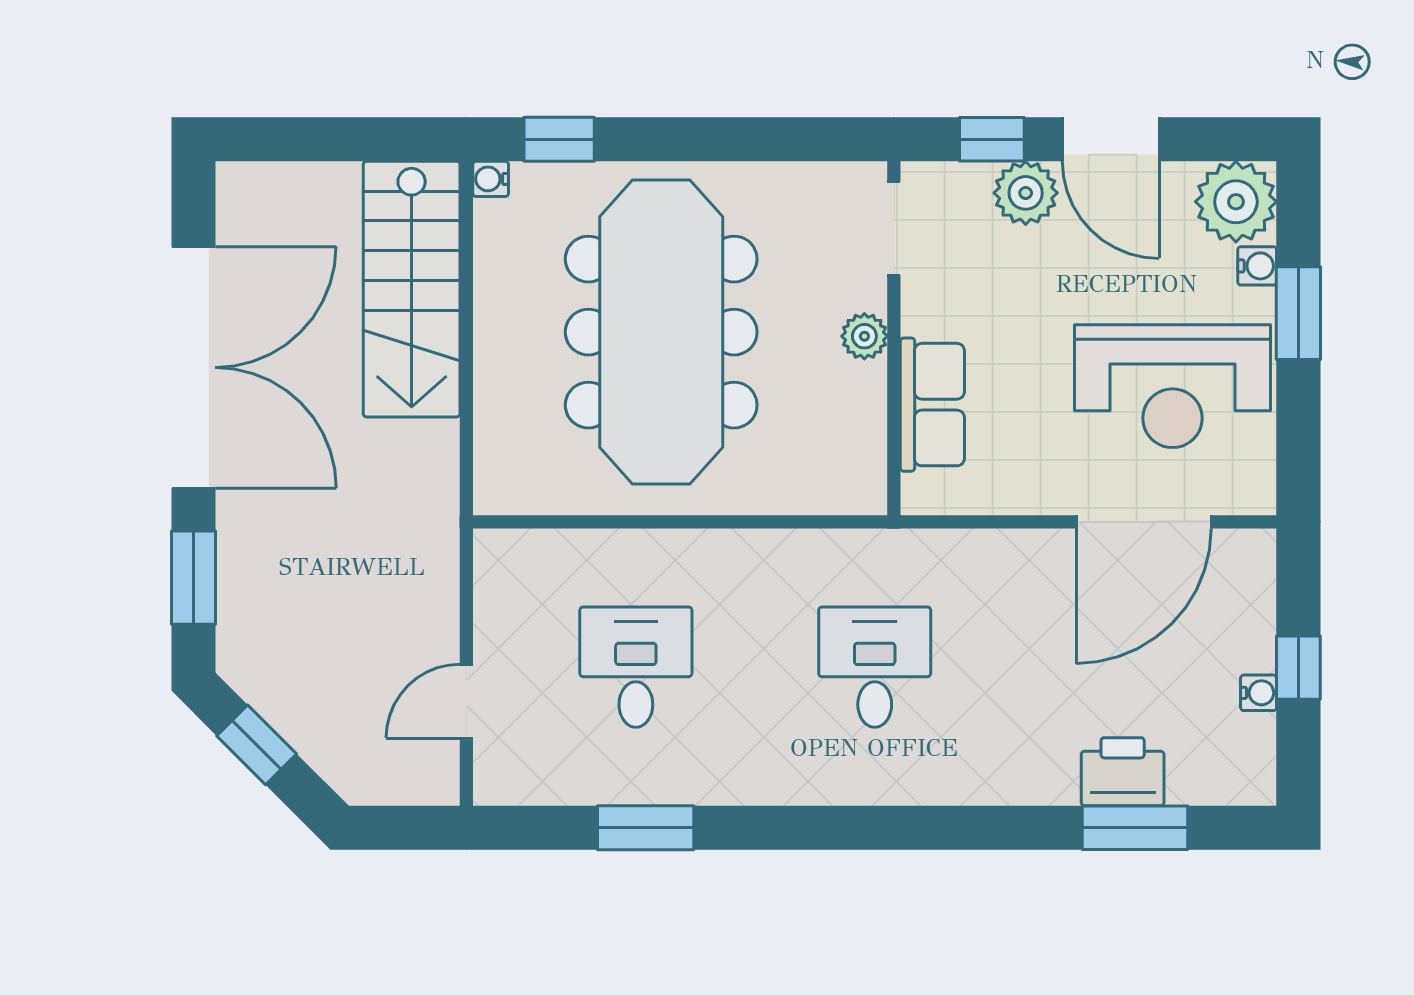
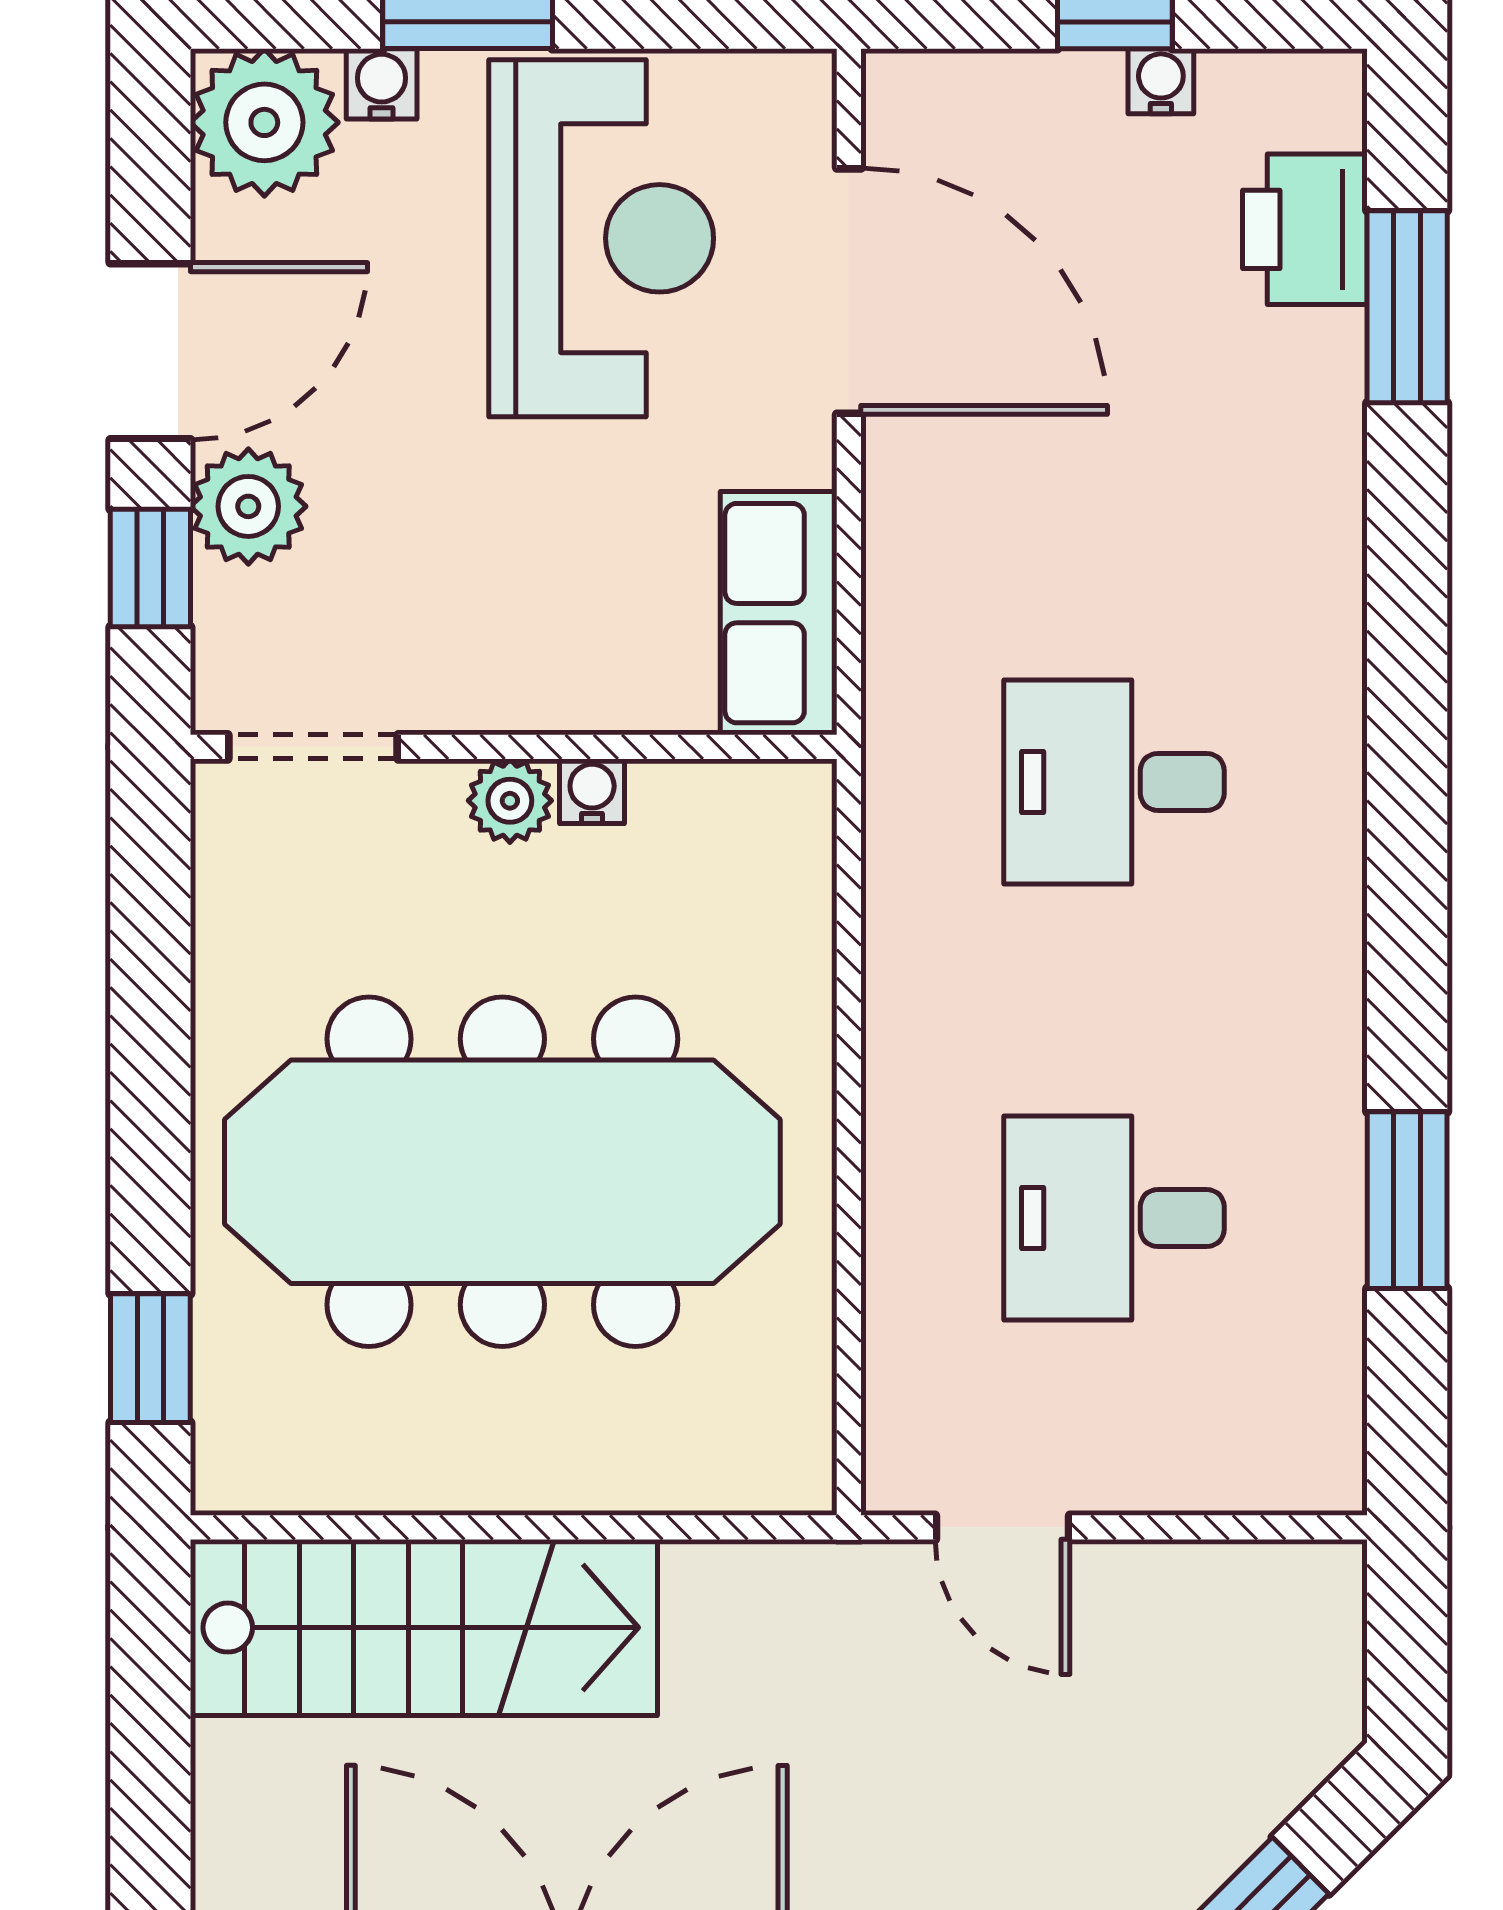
water cooler: (491, 179) -> (592, 791), moved, turned 180
row of seats: (932, 405) -> (779, 613), moved, turned -90
door: (466, 701) -> (1002, 1527), moved
printer: (1123, 772) -> (1305, 229), moved

